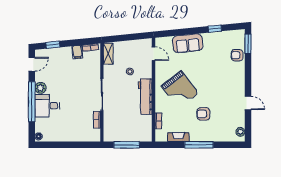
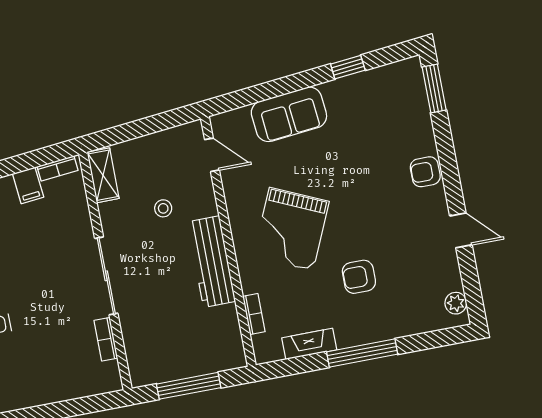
armchair: (237, 55) -> (425, 172), moved
grand piano: (180, 90) -> (291, 229), turned 62

